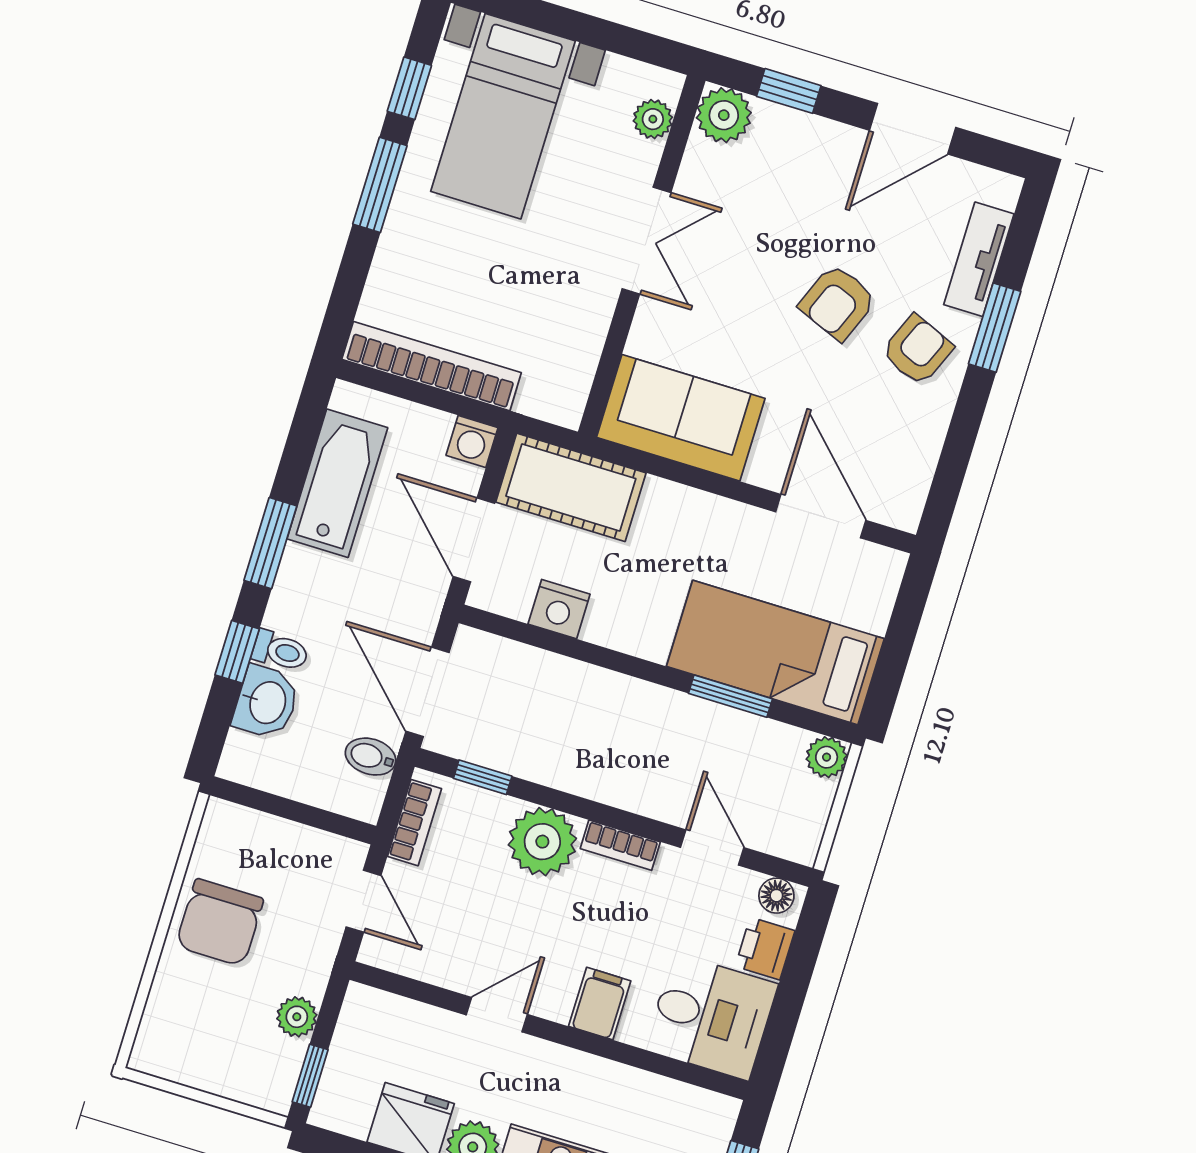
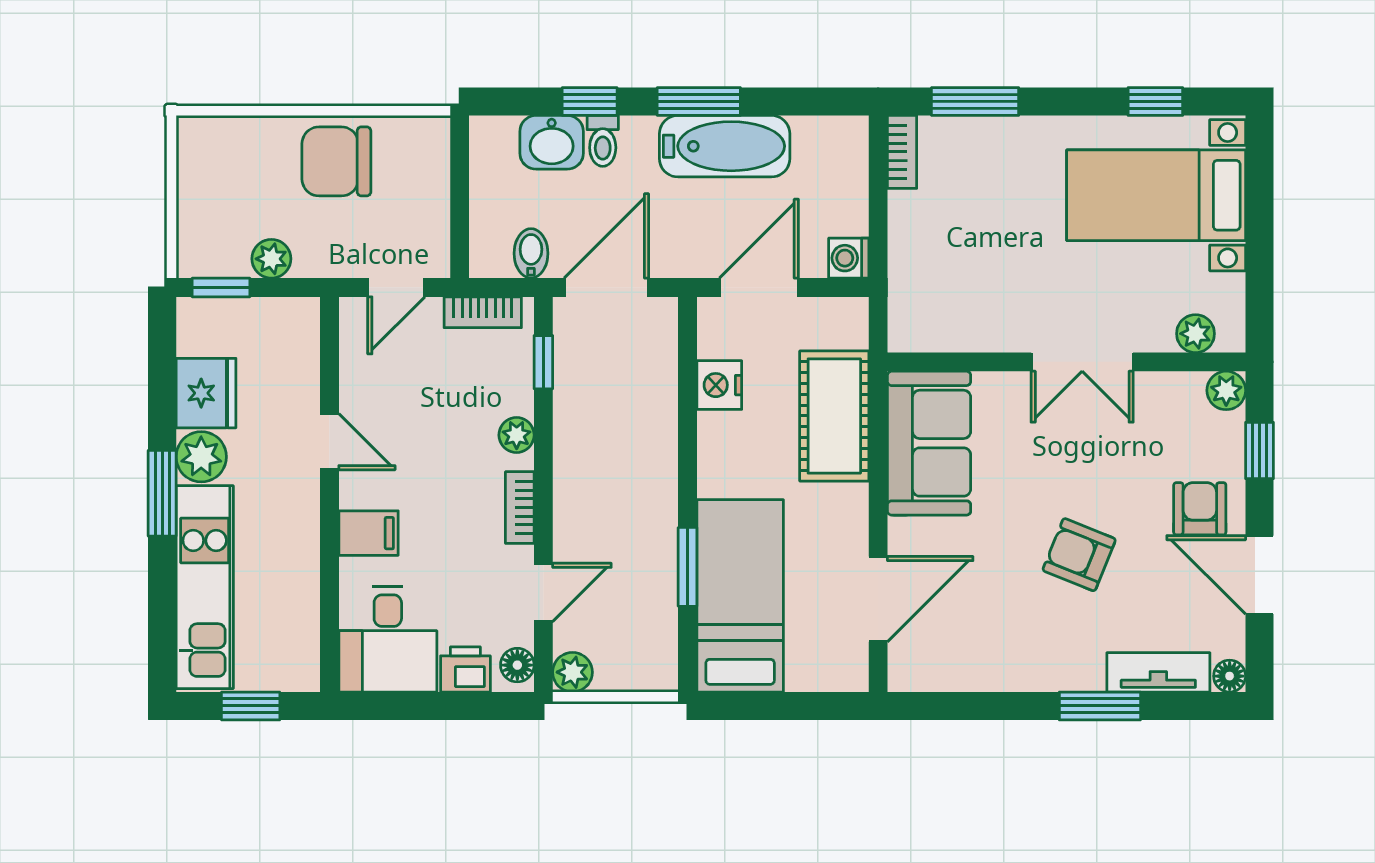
plant: (724, 115) -> (1226, 390), width x0.73, depth x0.73
window: (380, 185) -> (975, 101), moved
floor lamp: (1004, 189) -> (1230, 676), added
armchair: (917, 350) -> (1200, 509), moved, turned -113
bookcase: (432, 366) -> (902, 152), width x0.43, depth x0.76
bathtub: (337, 483) -> (725, 146), moved
cot: (571, 487) -> (834, 416), moved
plant: (827, 757) -> (572, 672), moved
plant: (542, 842) -> (517, 435), width x0.53, depth x0.53

